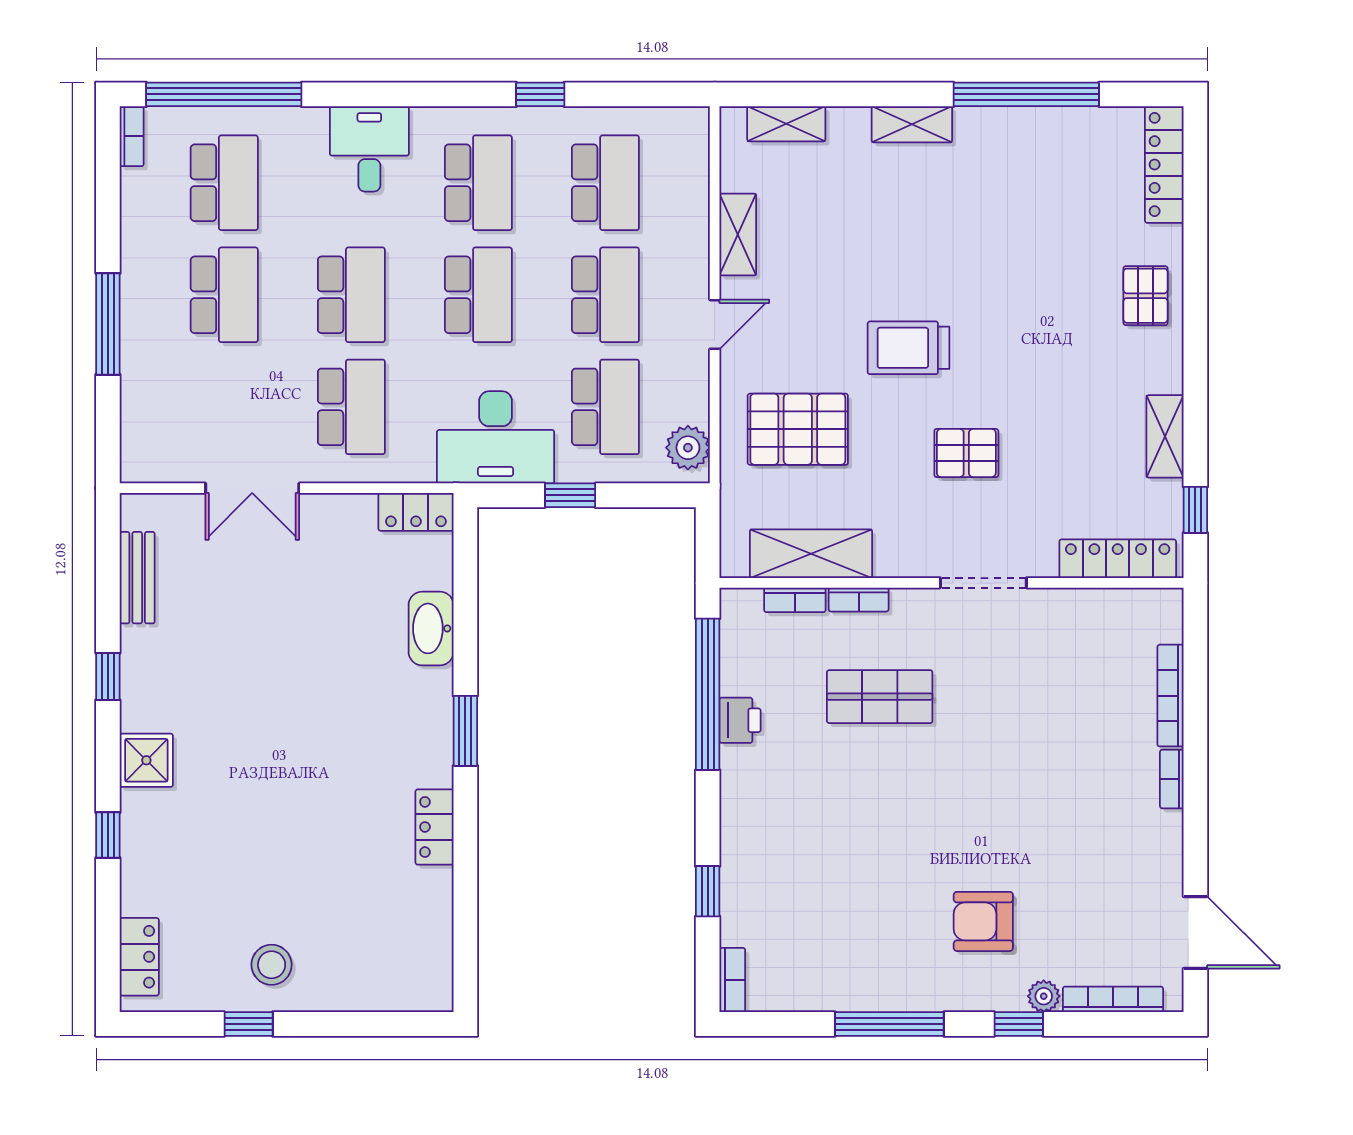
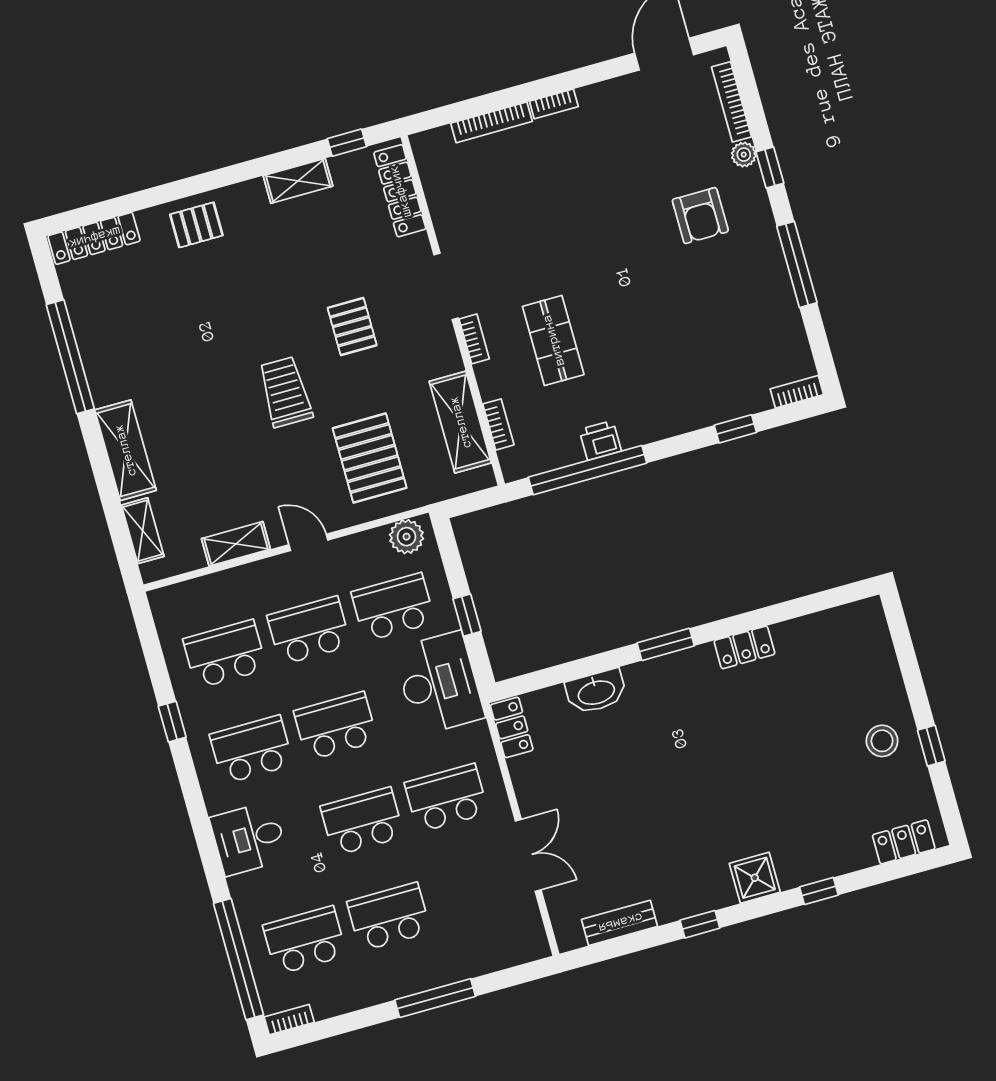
shelving: (912, 124) -> (125, 450), width x1.50, depth x1.33
trolley: (909, 348) -> (285, 392), turned 180
bookcase: (859, 600) -> (474, 339), moved

